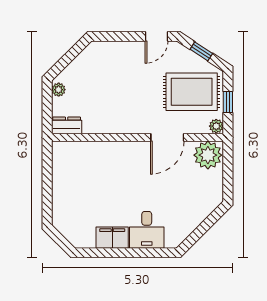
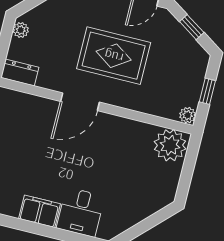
rug: (192, 92) -> (114, 56), moved
door: (167, 137) -> (80, 102), moved

